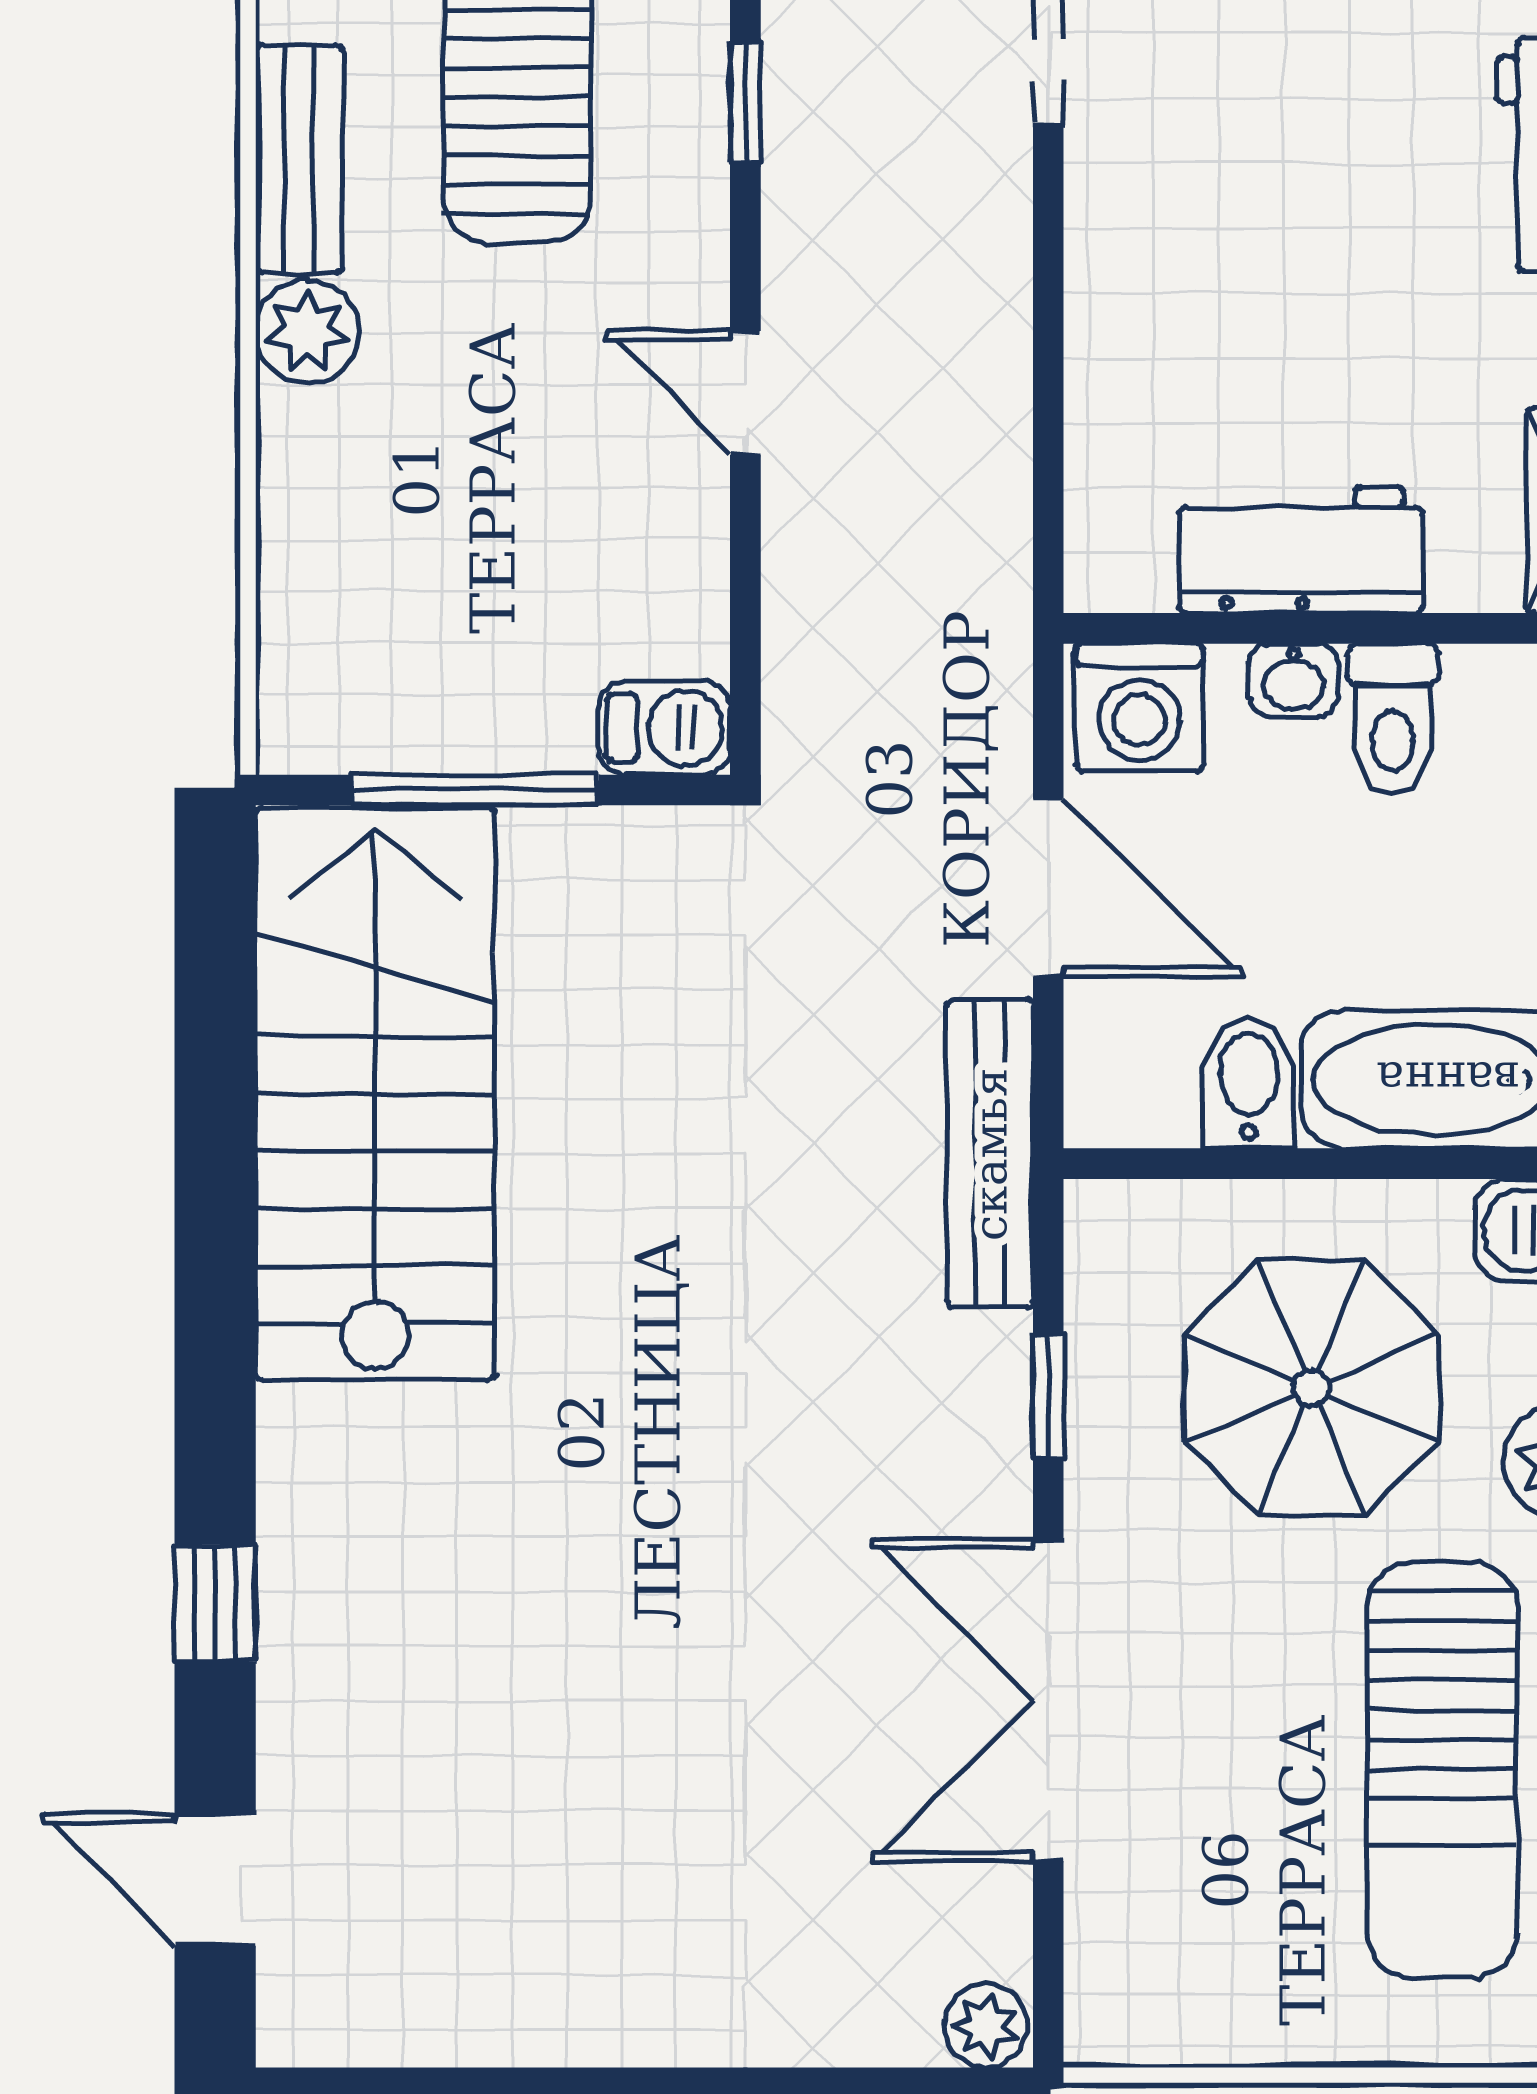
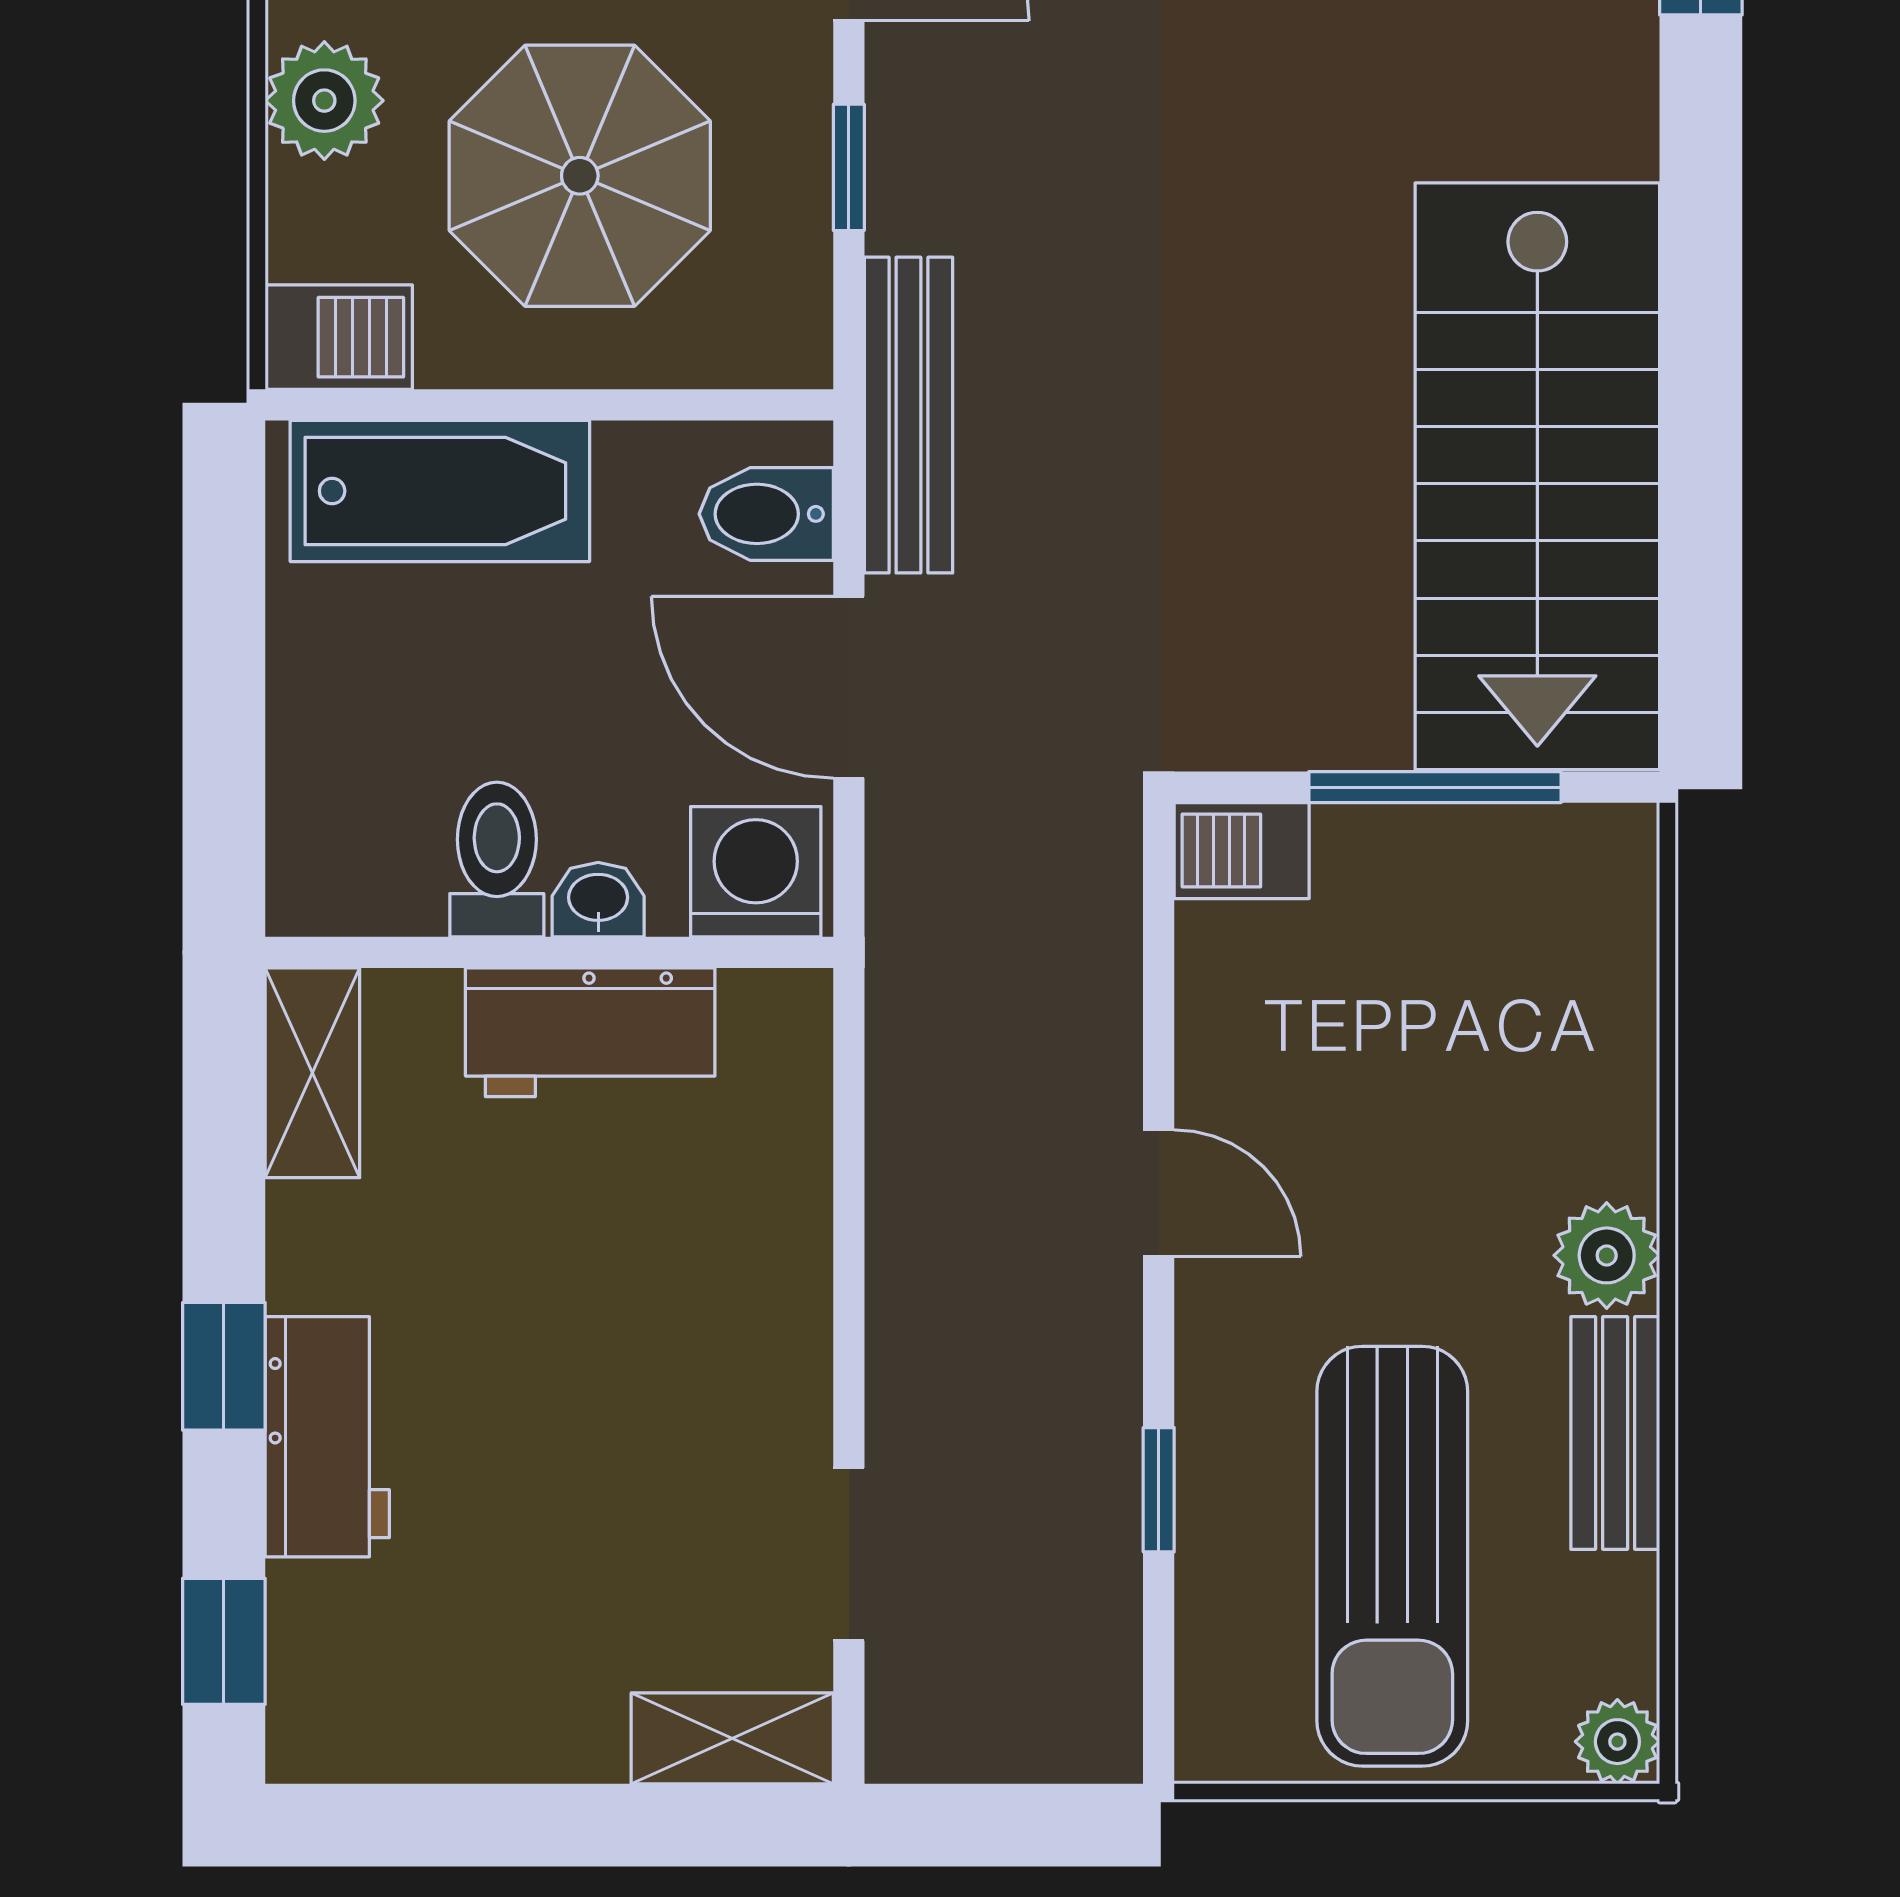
bidet: (1248, 1083) -> (766, 514), moved, turned 90

